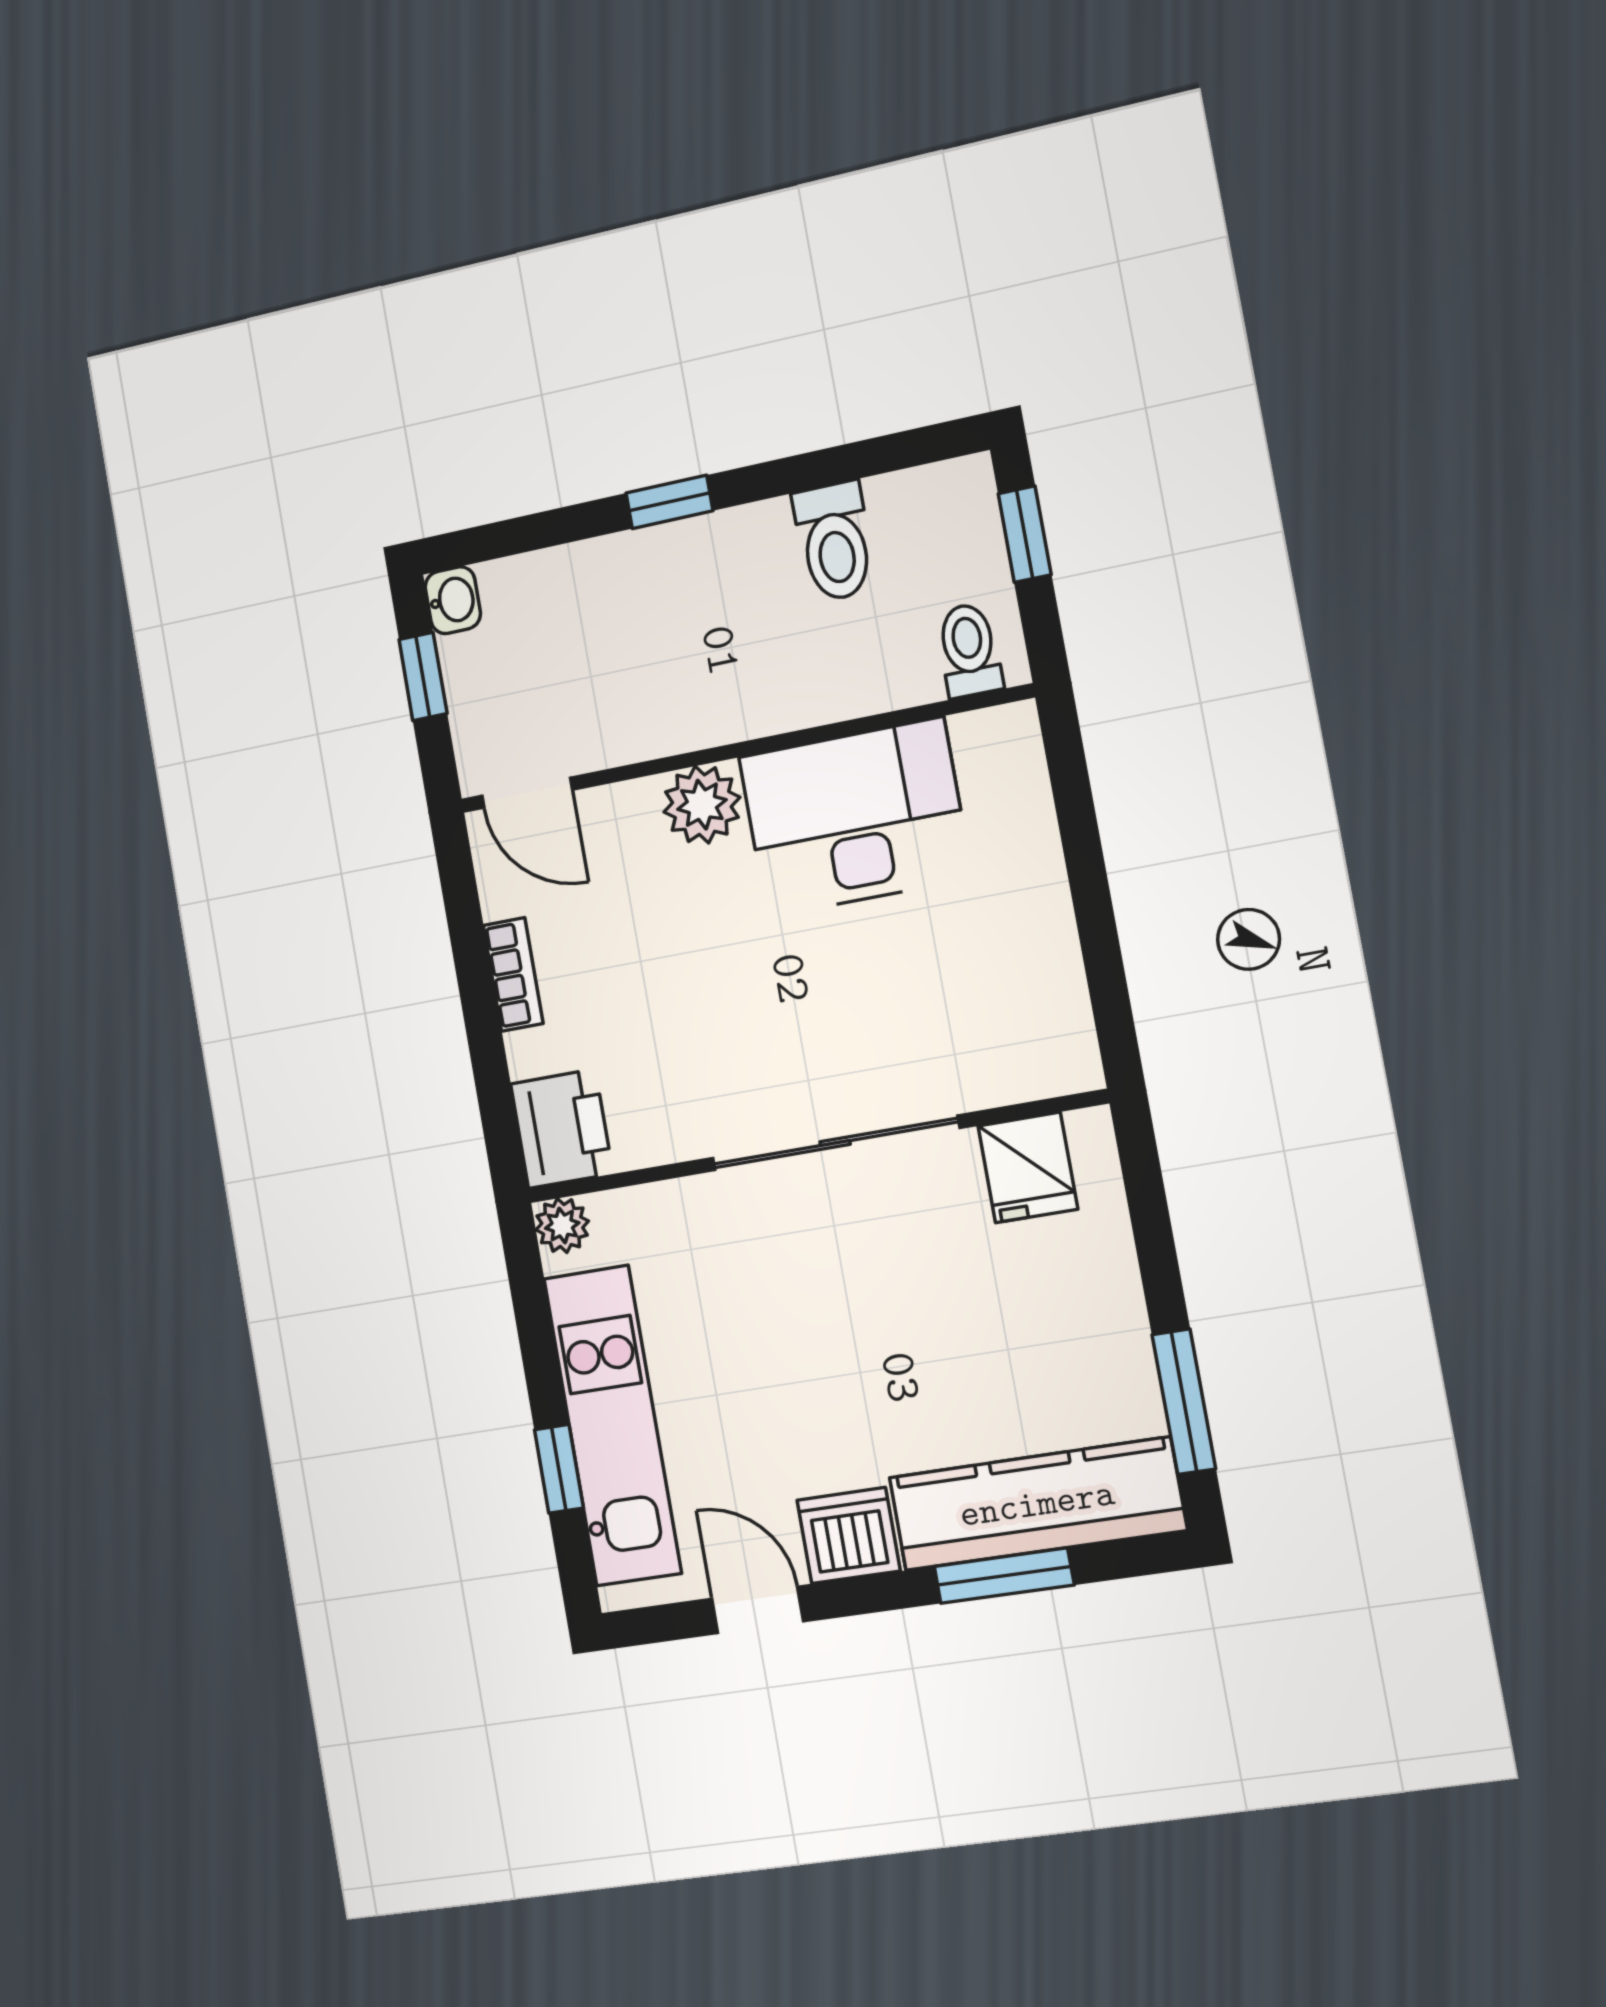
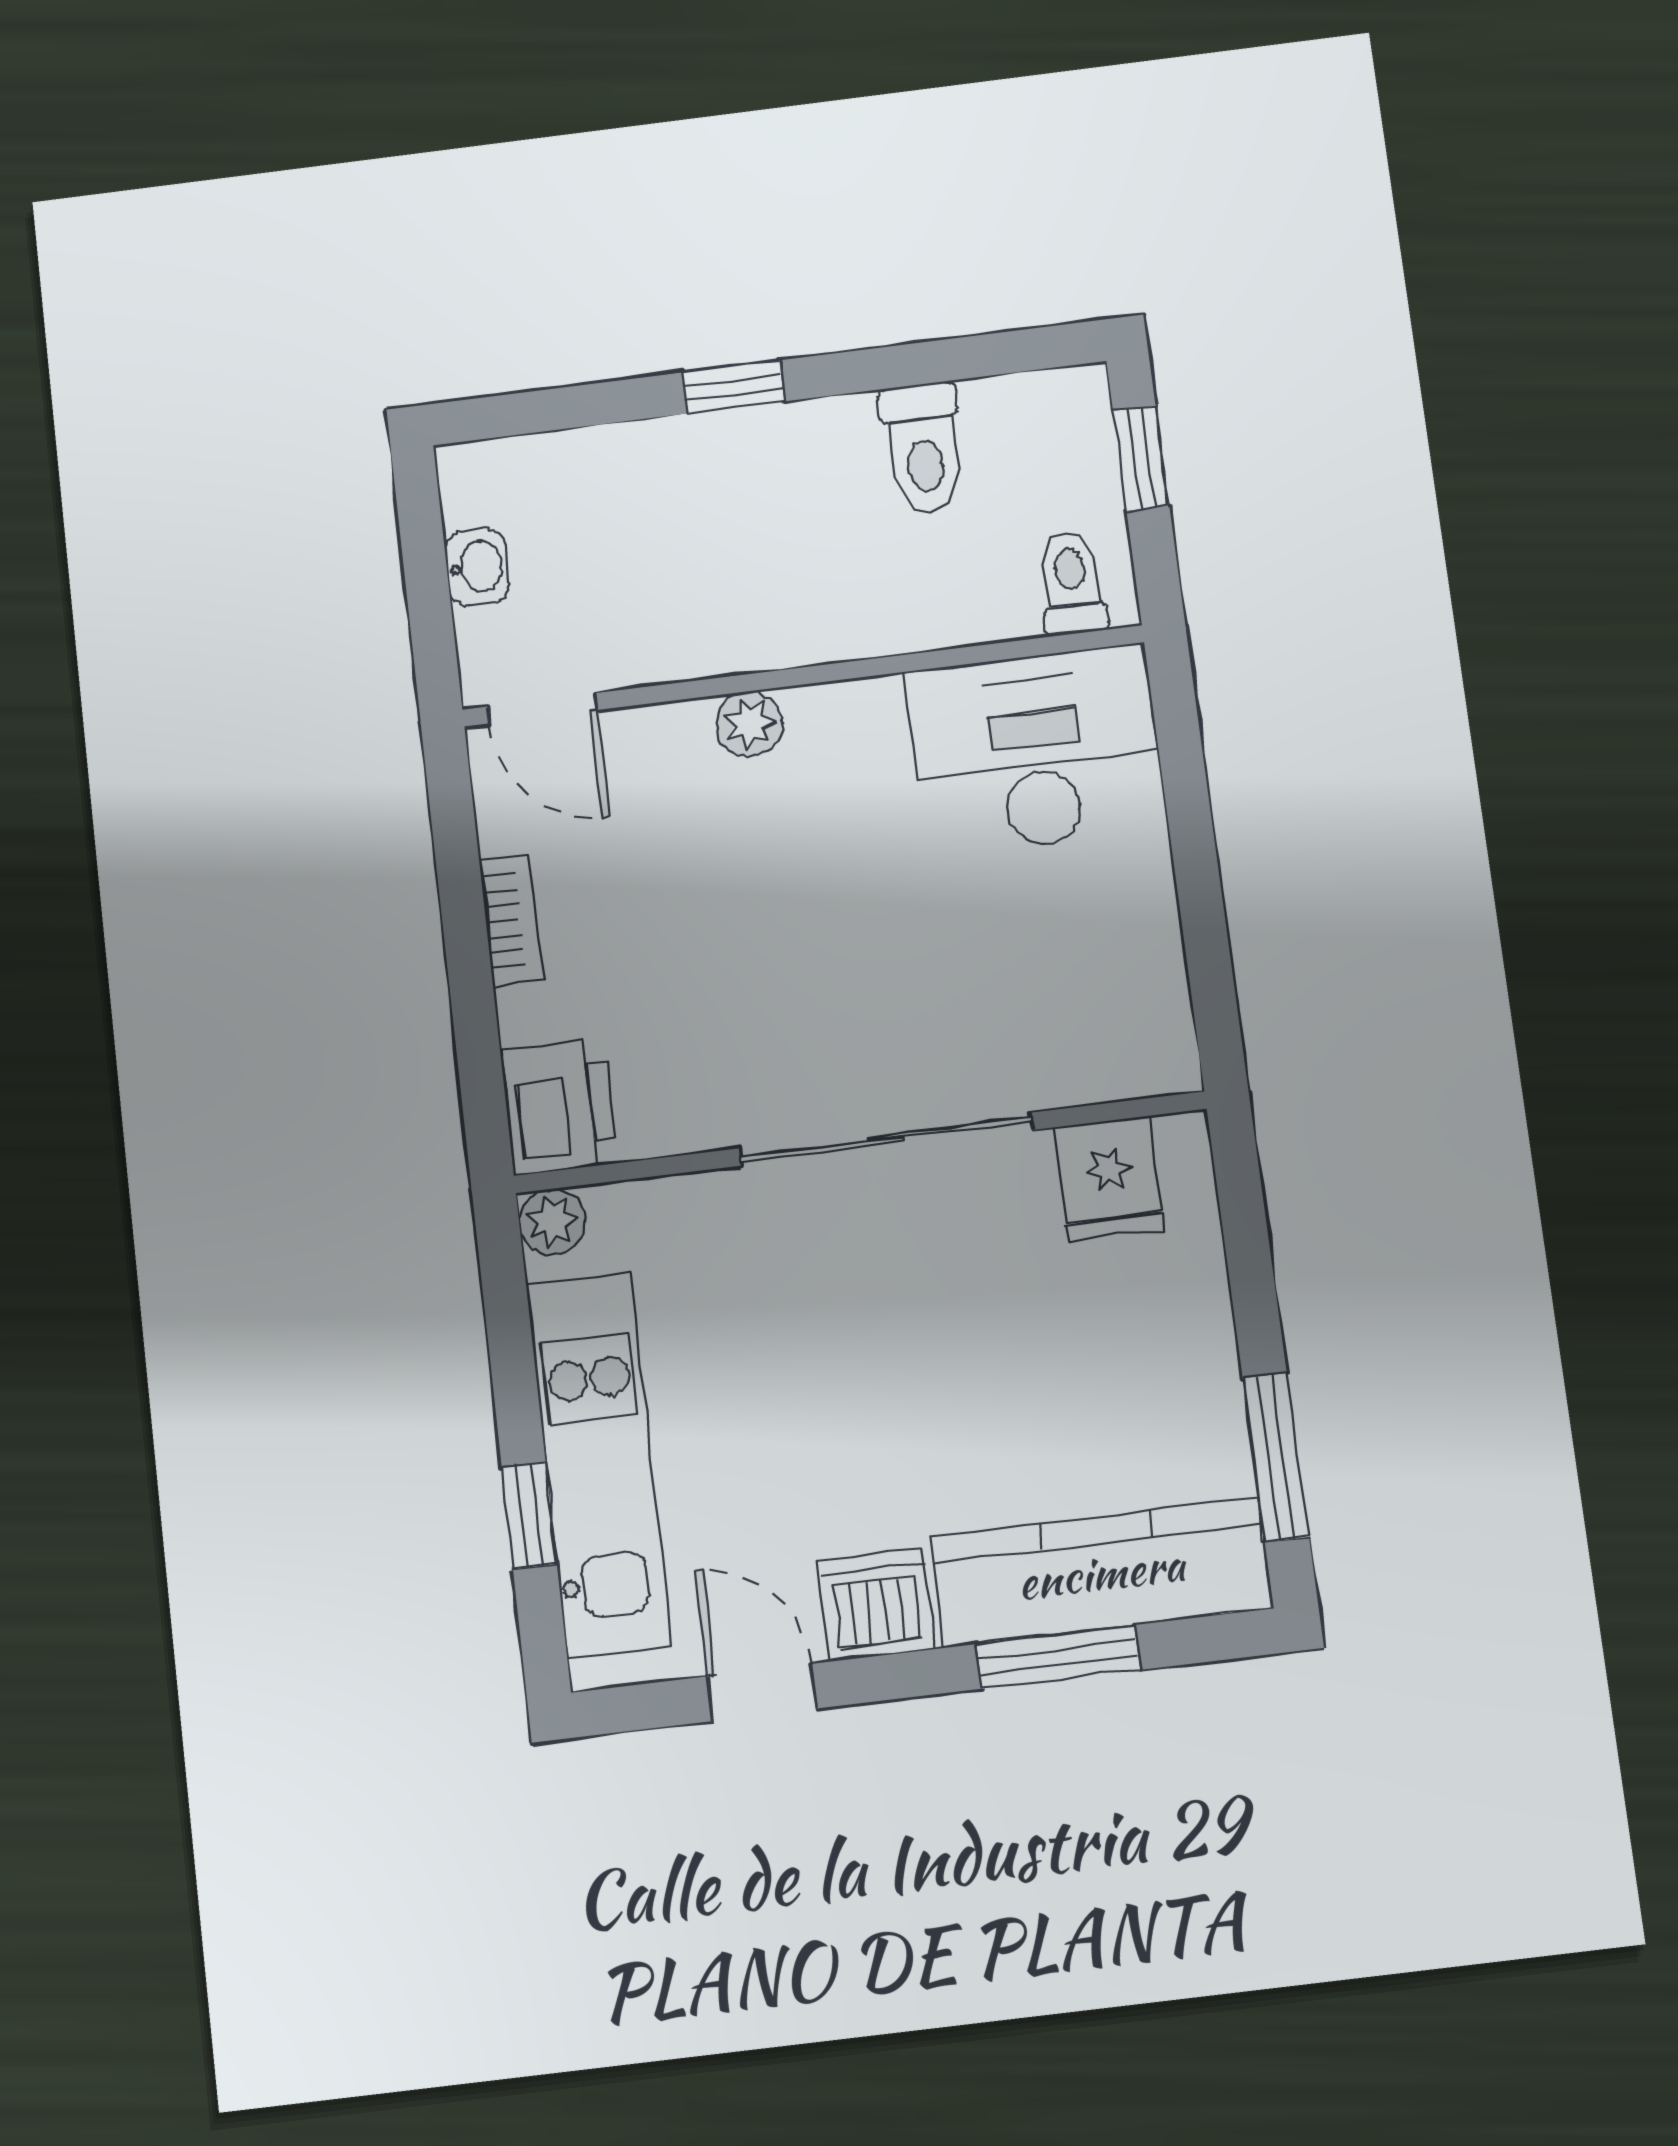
washbasin: (453, 600) -> (477, 567), moved
window: (423, 676) -> (425, 564), removed
plant: (702, 805) -> (749, 724), width x0.73, depth x0.73
desk: (855, 817) -> (1036, 750), moved

